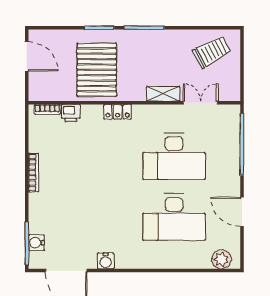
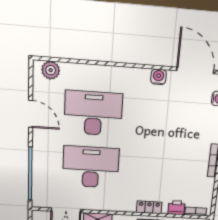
locker: (118, 112) -> (149, 207), moved

